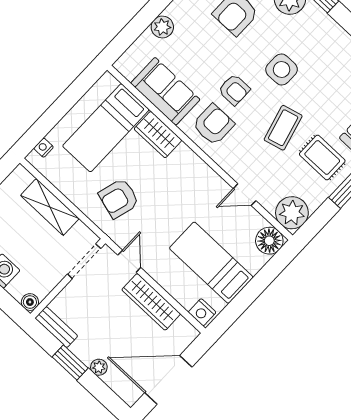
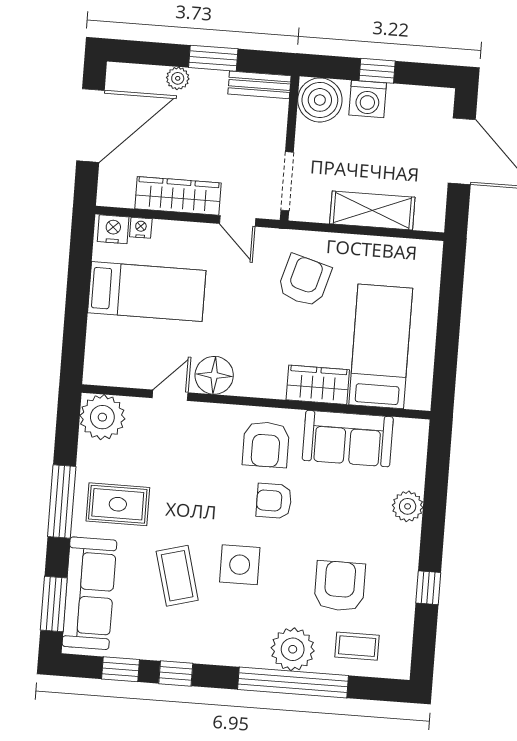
coffee table: (283, 128) -> (177, 576), moved
nightstand: (44, 148) -> (141, 228), moved, turned -90
floor lamp: (269, 241) -> (214, 375), moved
boiler: (30, 302) -> (320, 100), width x1.86, depth x1.86

